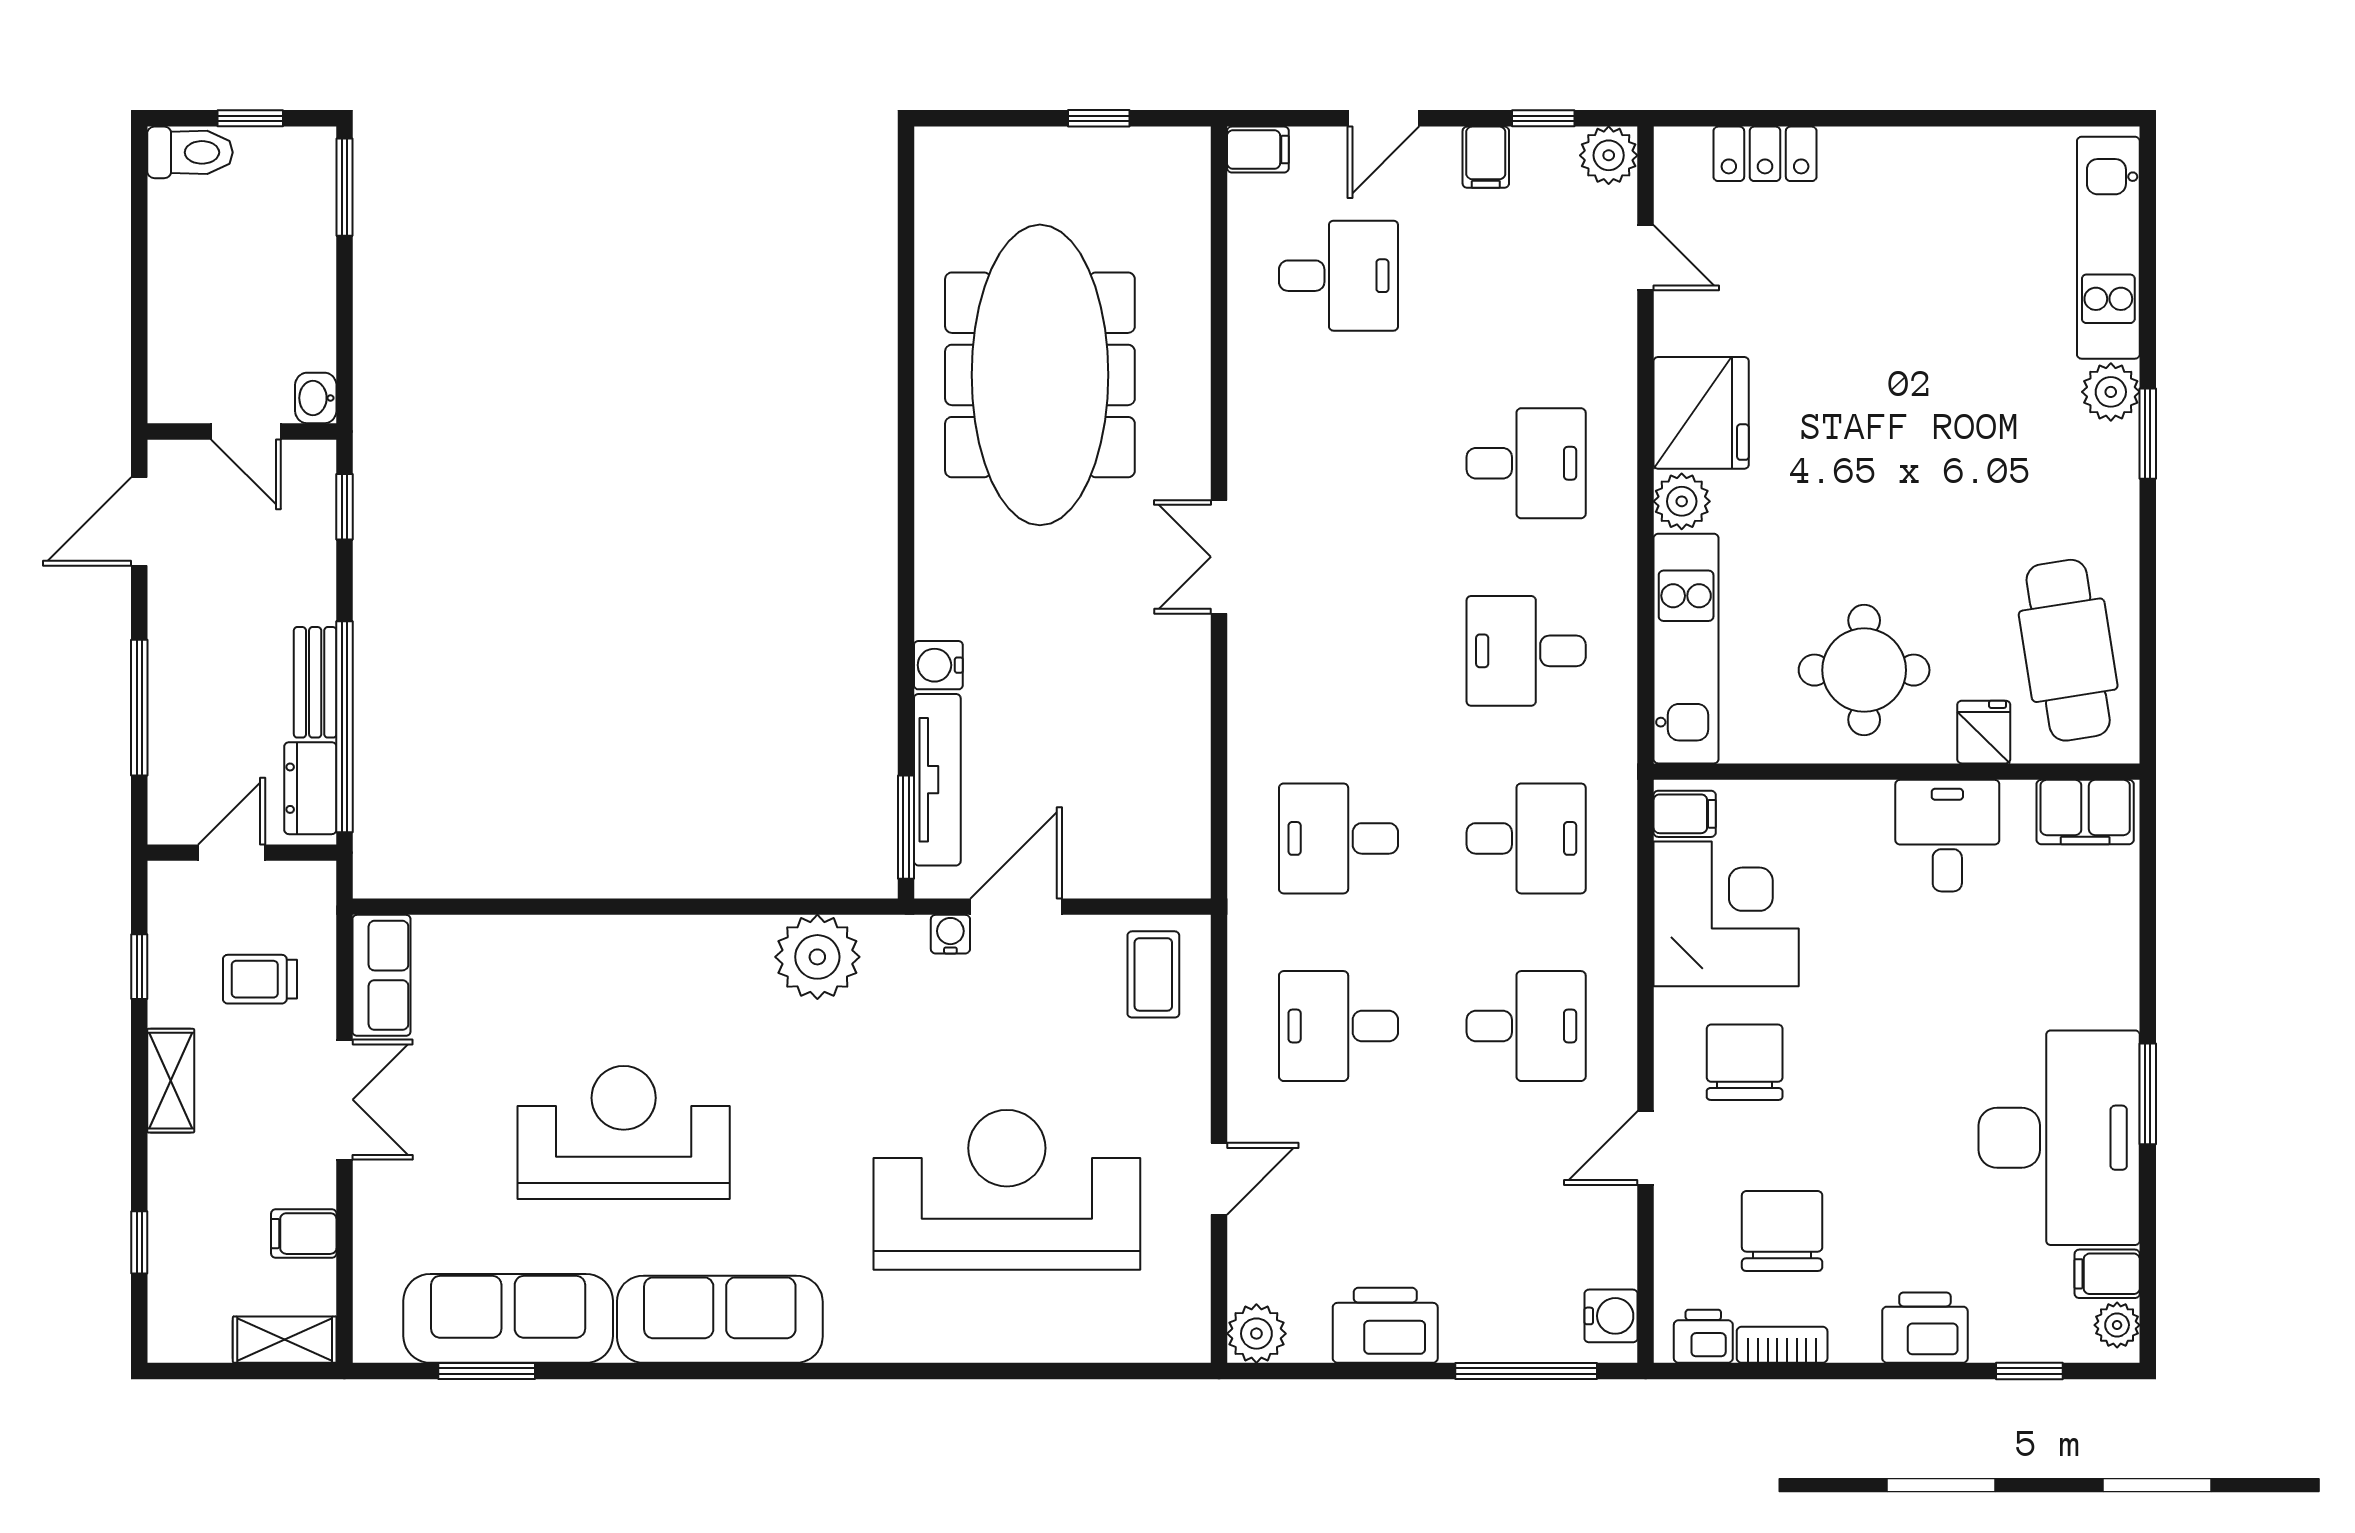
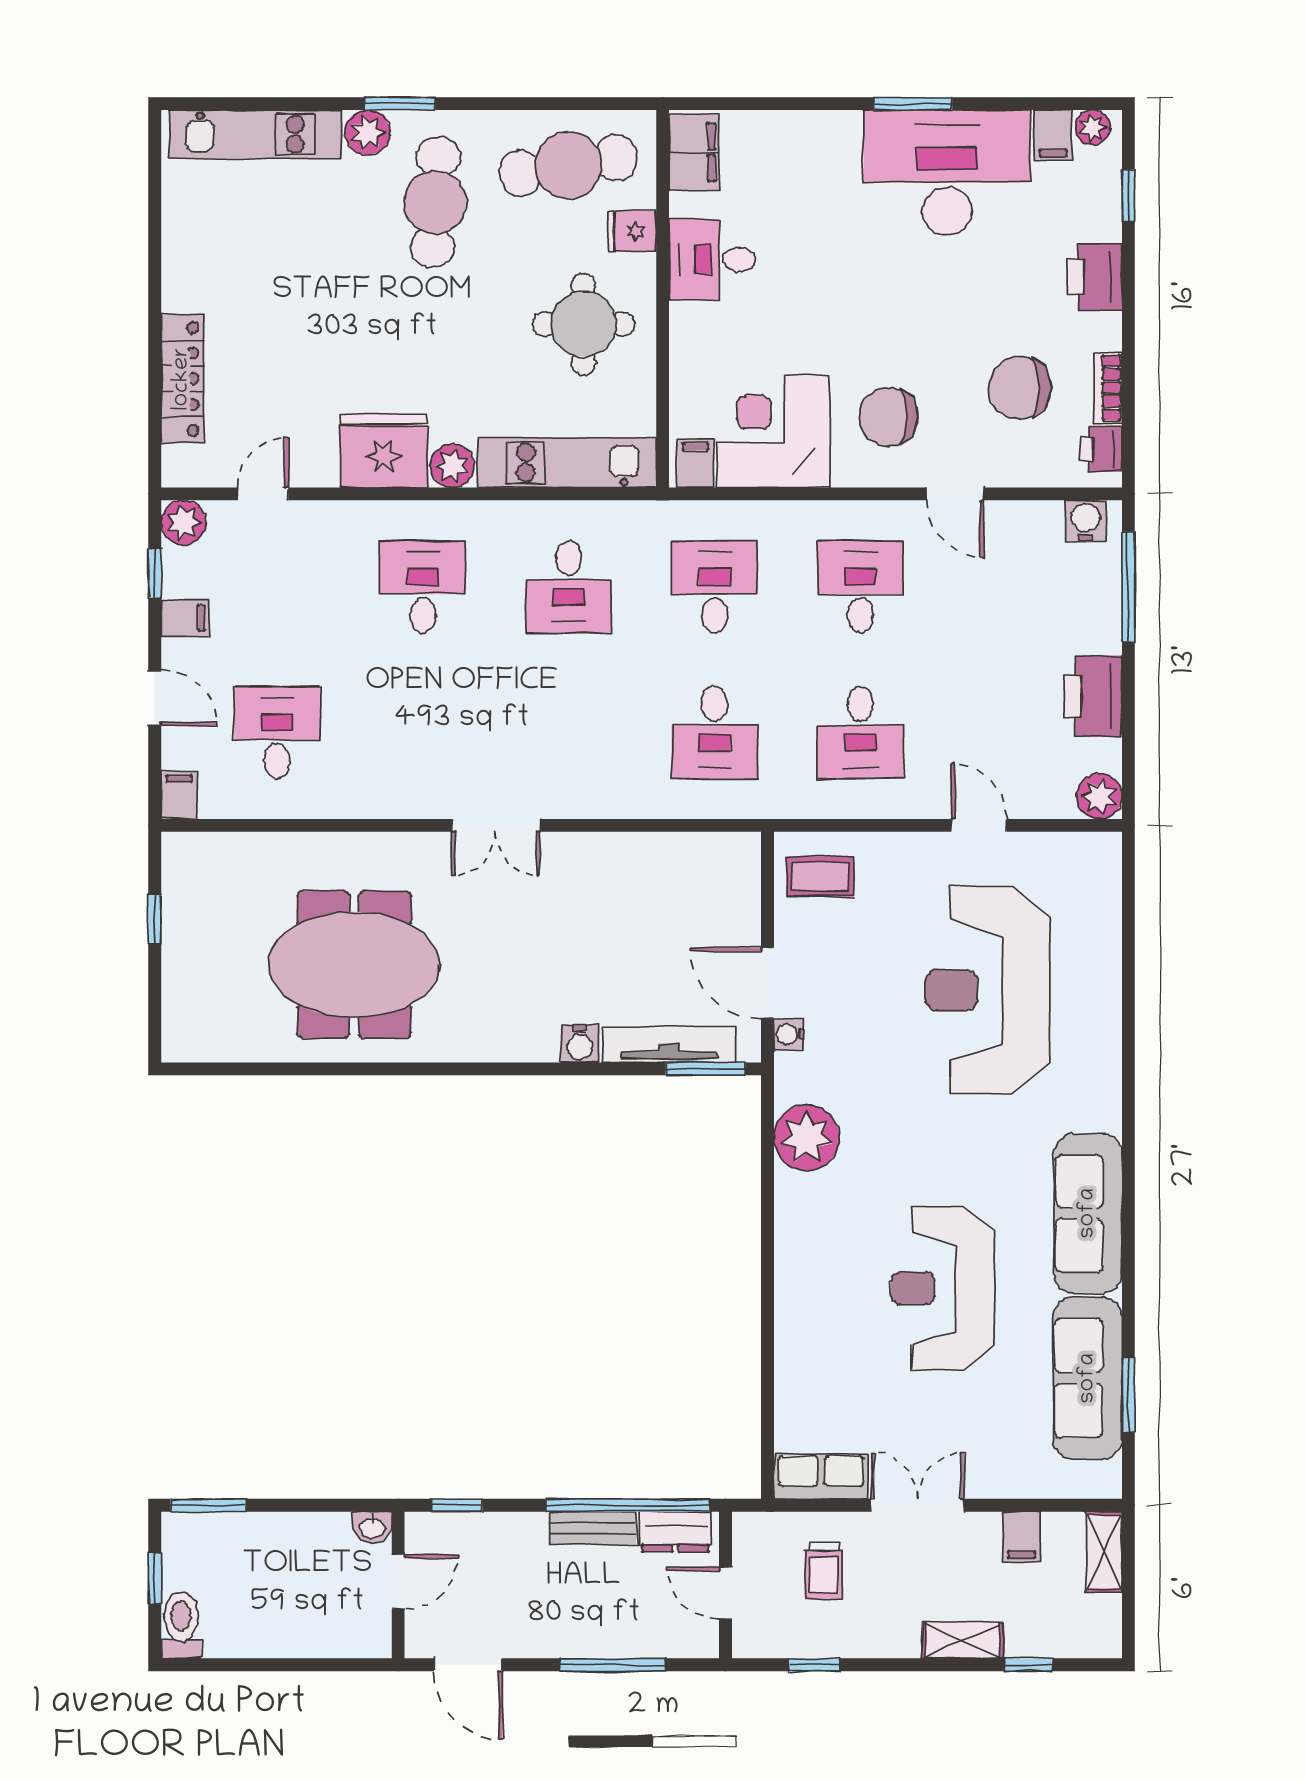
locker: (1765, 154) -> (182, 379), width x1.53
meeting table: (1040, 375) -> (354, 965), width x0.73
cafe table: (2021, 479) -> (435, 202), added
shelving: (171, 1081) -> (963, 1640), moved

